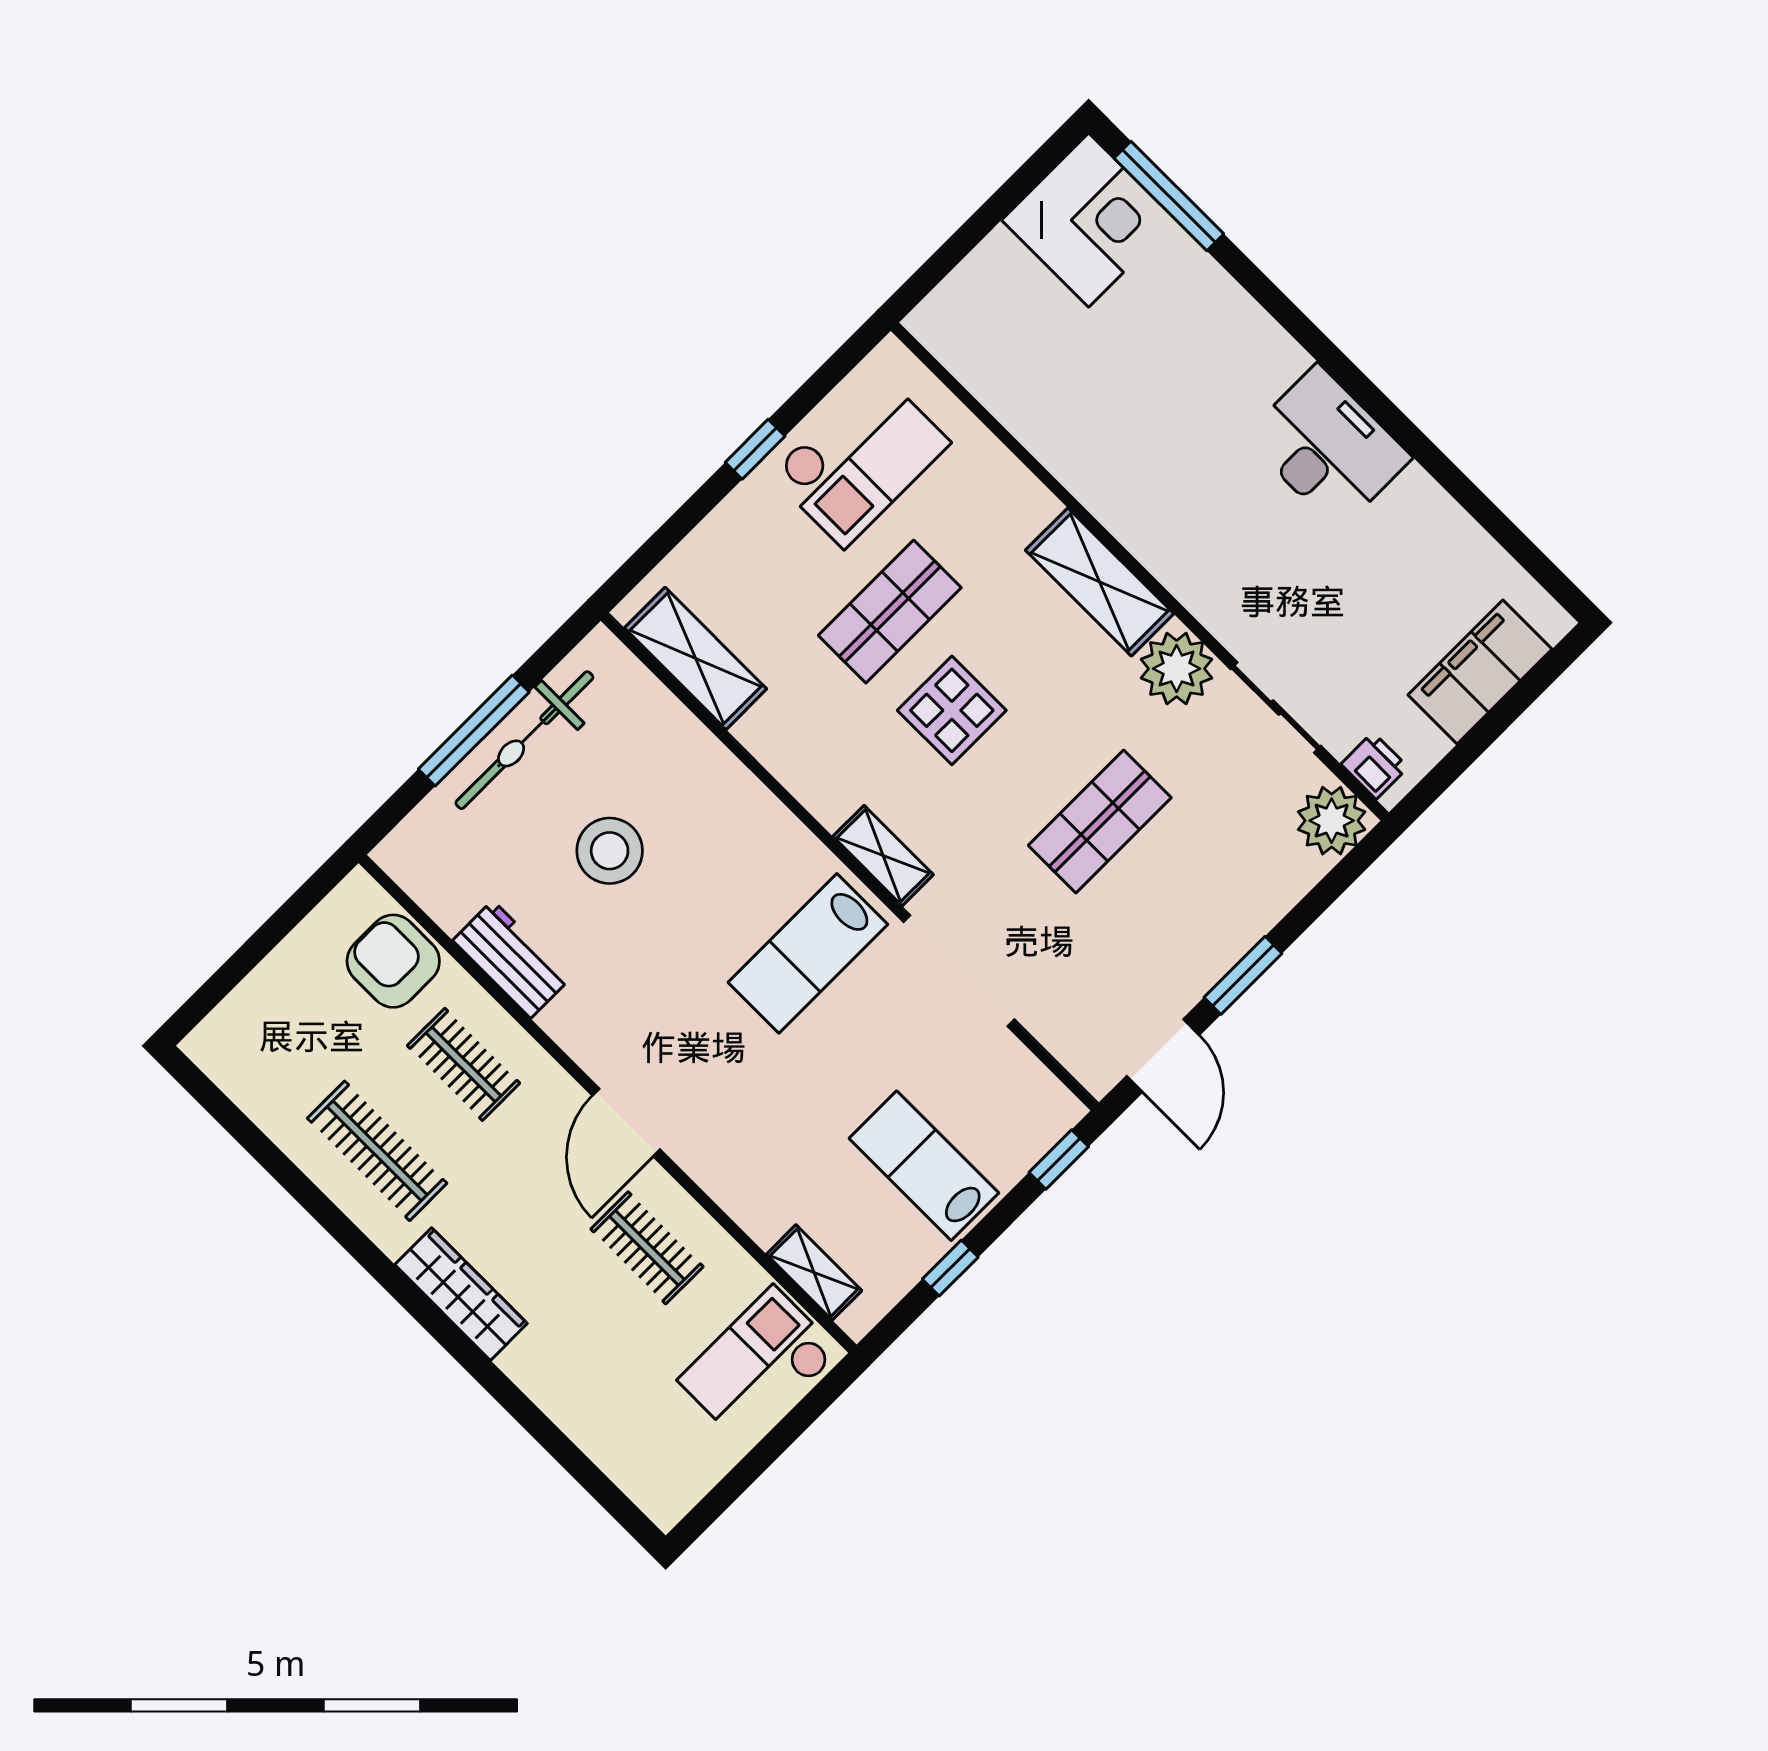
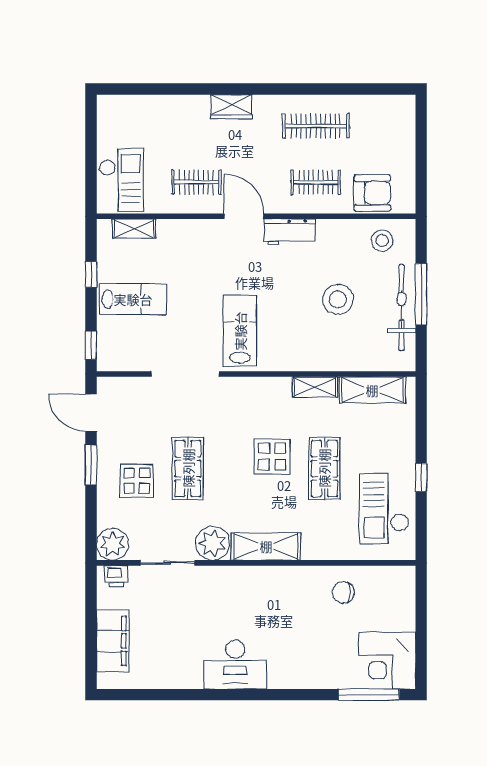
chair: (1051, 392) -> (343, 592), added
shelving: (883, 856) -> (315, 387), moved
stool: (451, 873) -> (382, 241), added
display table: (1197, 881) -> (137, 481), added
workbench: (512, 959) -> (290, 232), moved
wardrobe: (461, 1294) -> (231, 107), width x0.67

